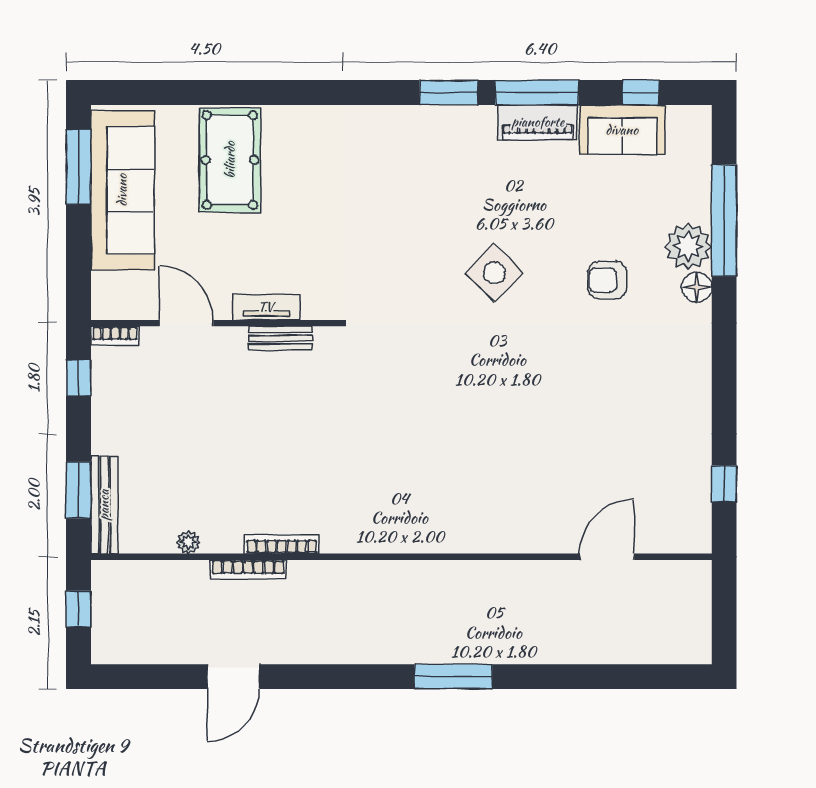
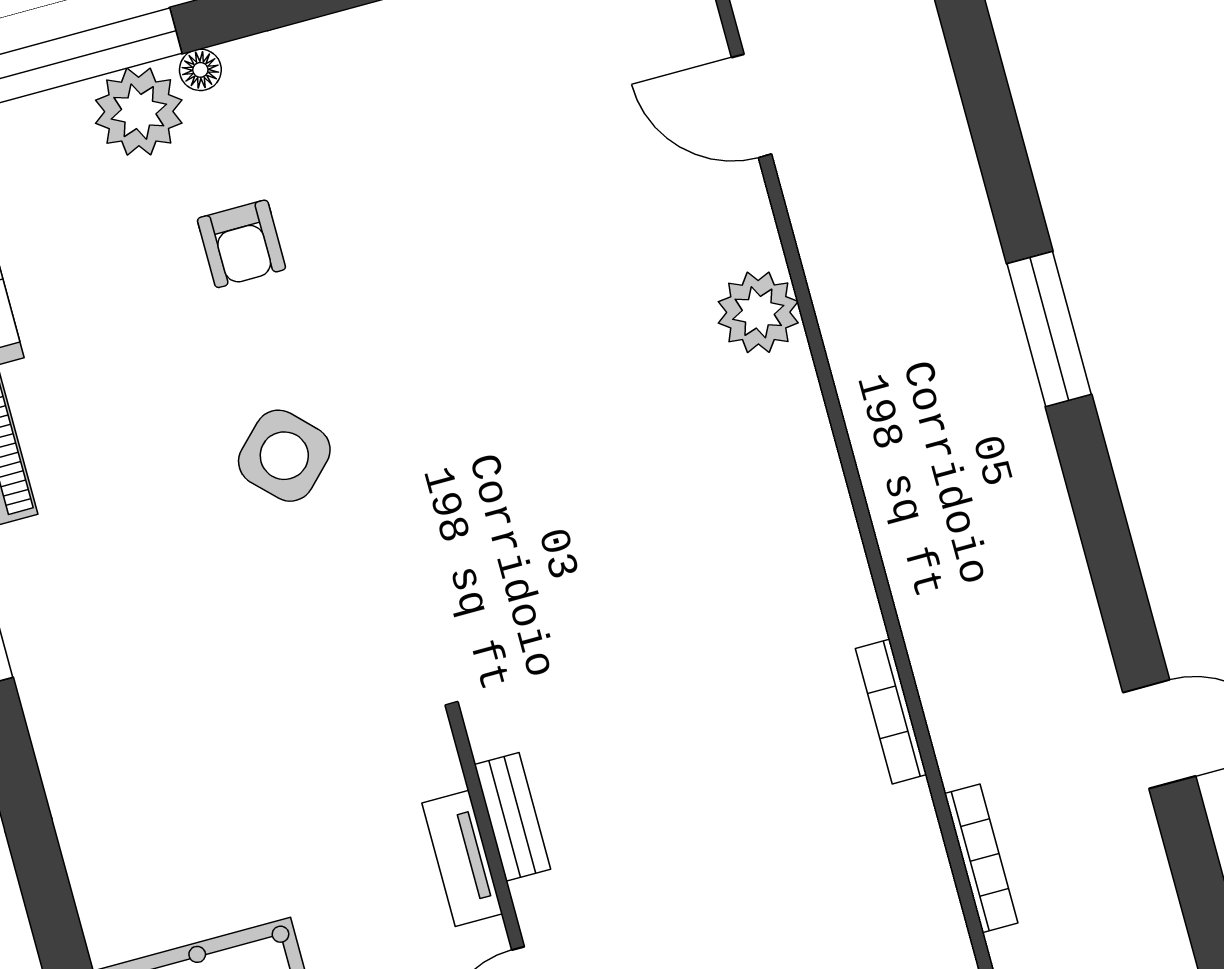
floor lamp: (697, 287) -> (200, 70), width x0.73, depth x0.73
plant: (188, 542) -> (758, 312), moved, width x1.87, depth x1.87
bookcase: (248, 570) -> (981, 858), moved

